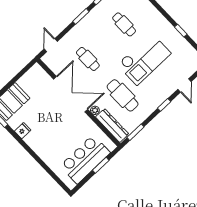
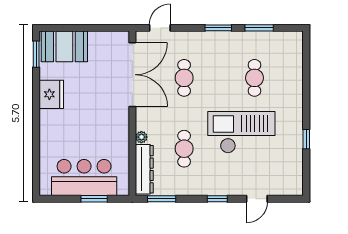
checkout: (144, 59) -> (241, 132), turned 180
double door: (71, 94) -> (132, 75), moved
cafe table: (123, 95) -> (184, 149), width x0.73, depth x0.74
fridge: (23, 131) -> (51, 94), width x1.88, depth x1.34

